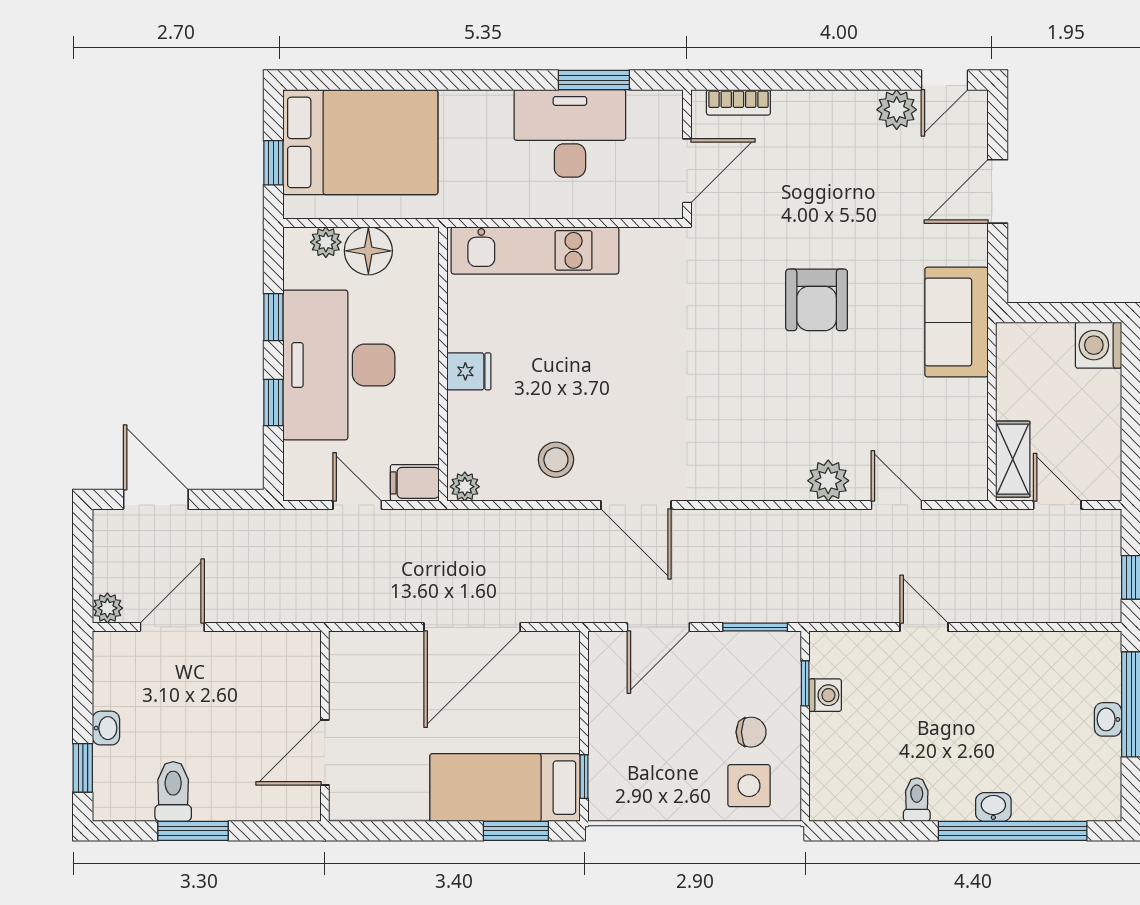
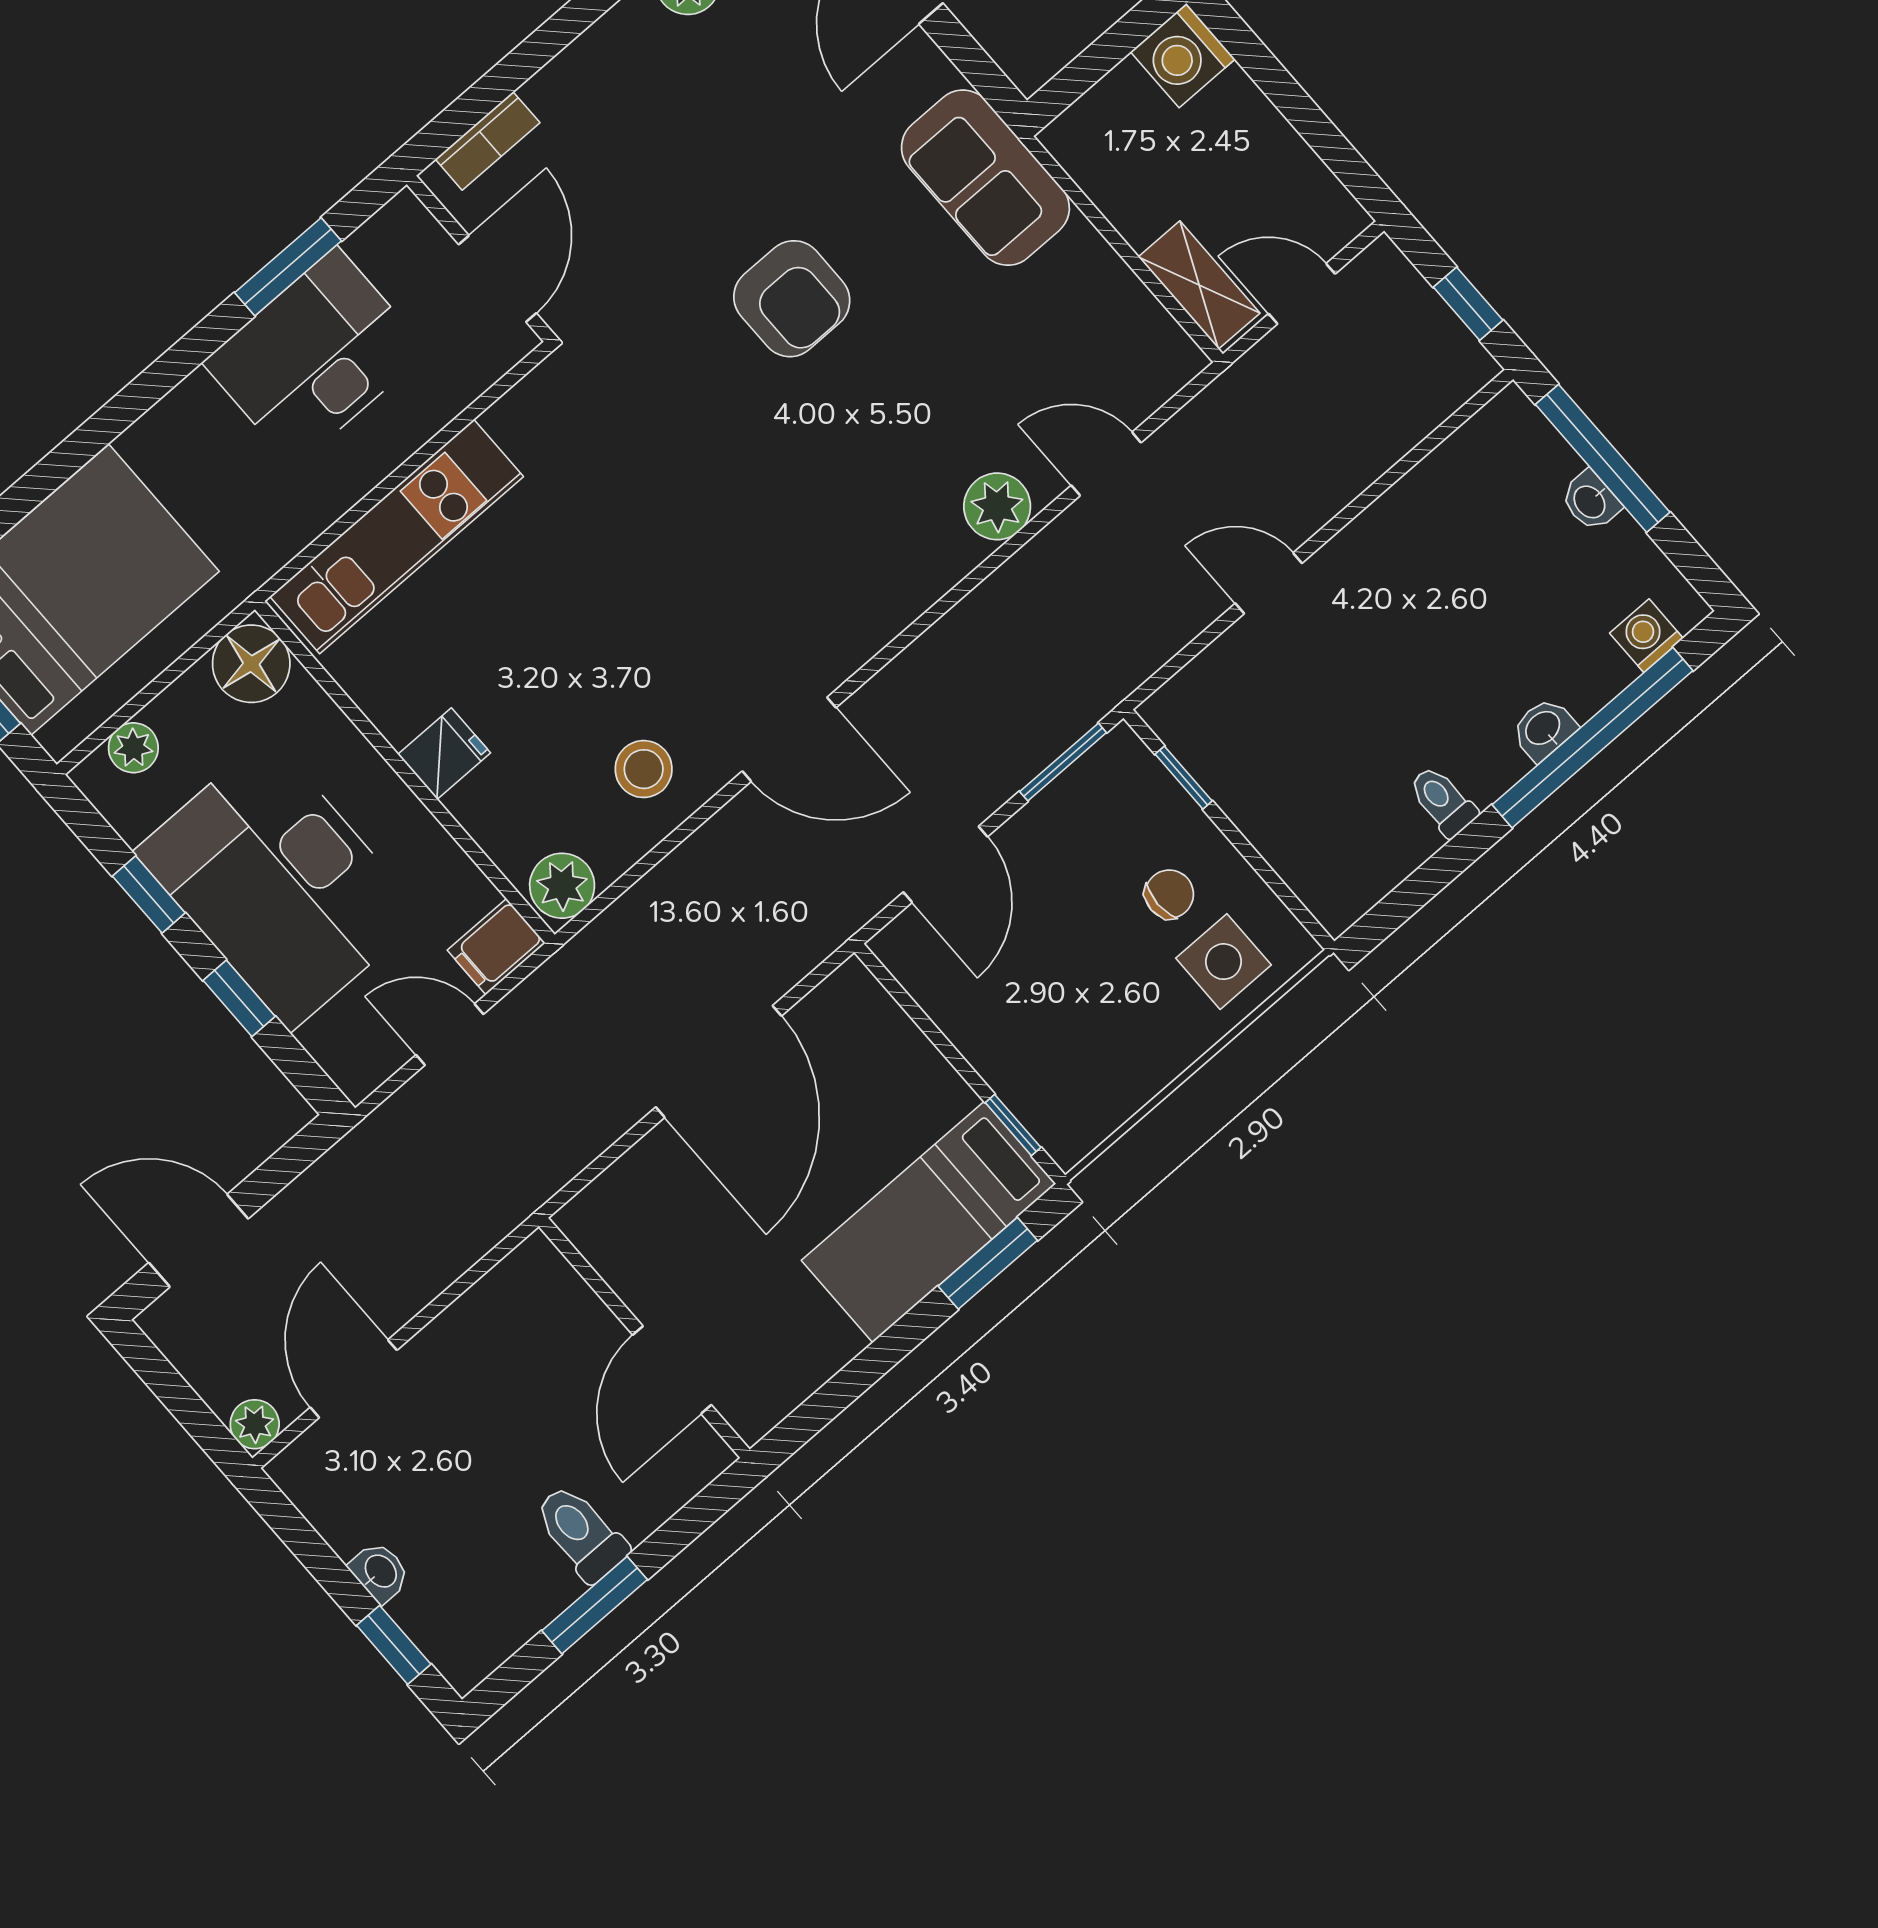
floor lamp: (368, 251) -> (251, 664), moved
plant: (465, 487) -> (562, 886), width x1.38, depth x1.38
washing machine: (825, 695) -> (1646, 636), moved, turned -90
toilet: (173, 792) -> (581, 1533), moved

